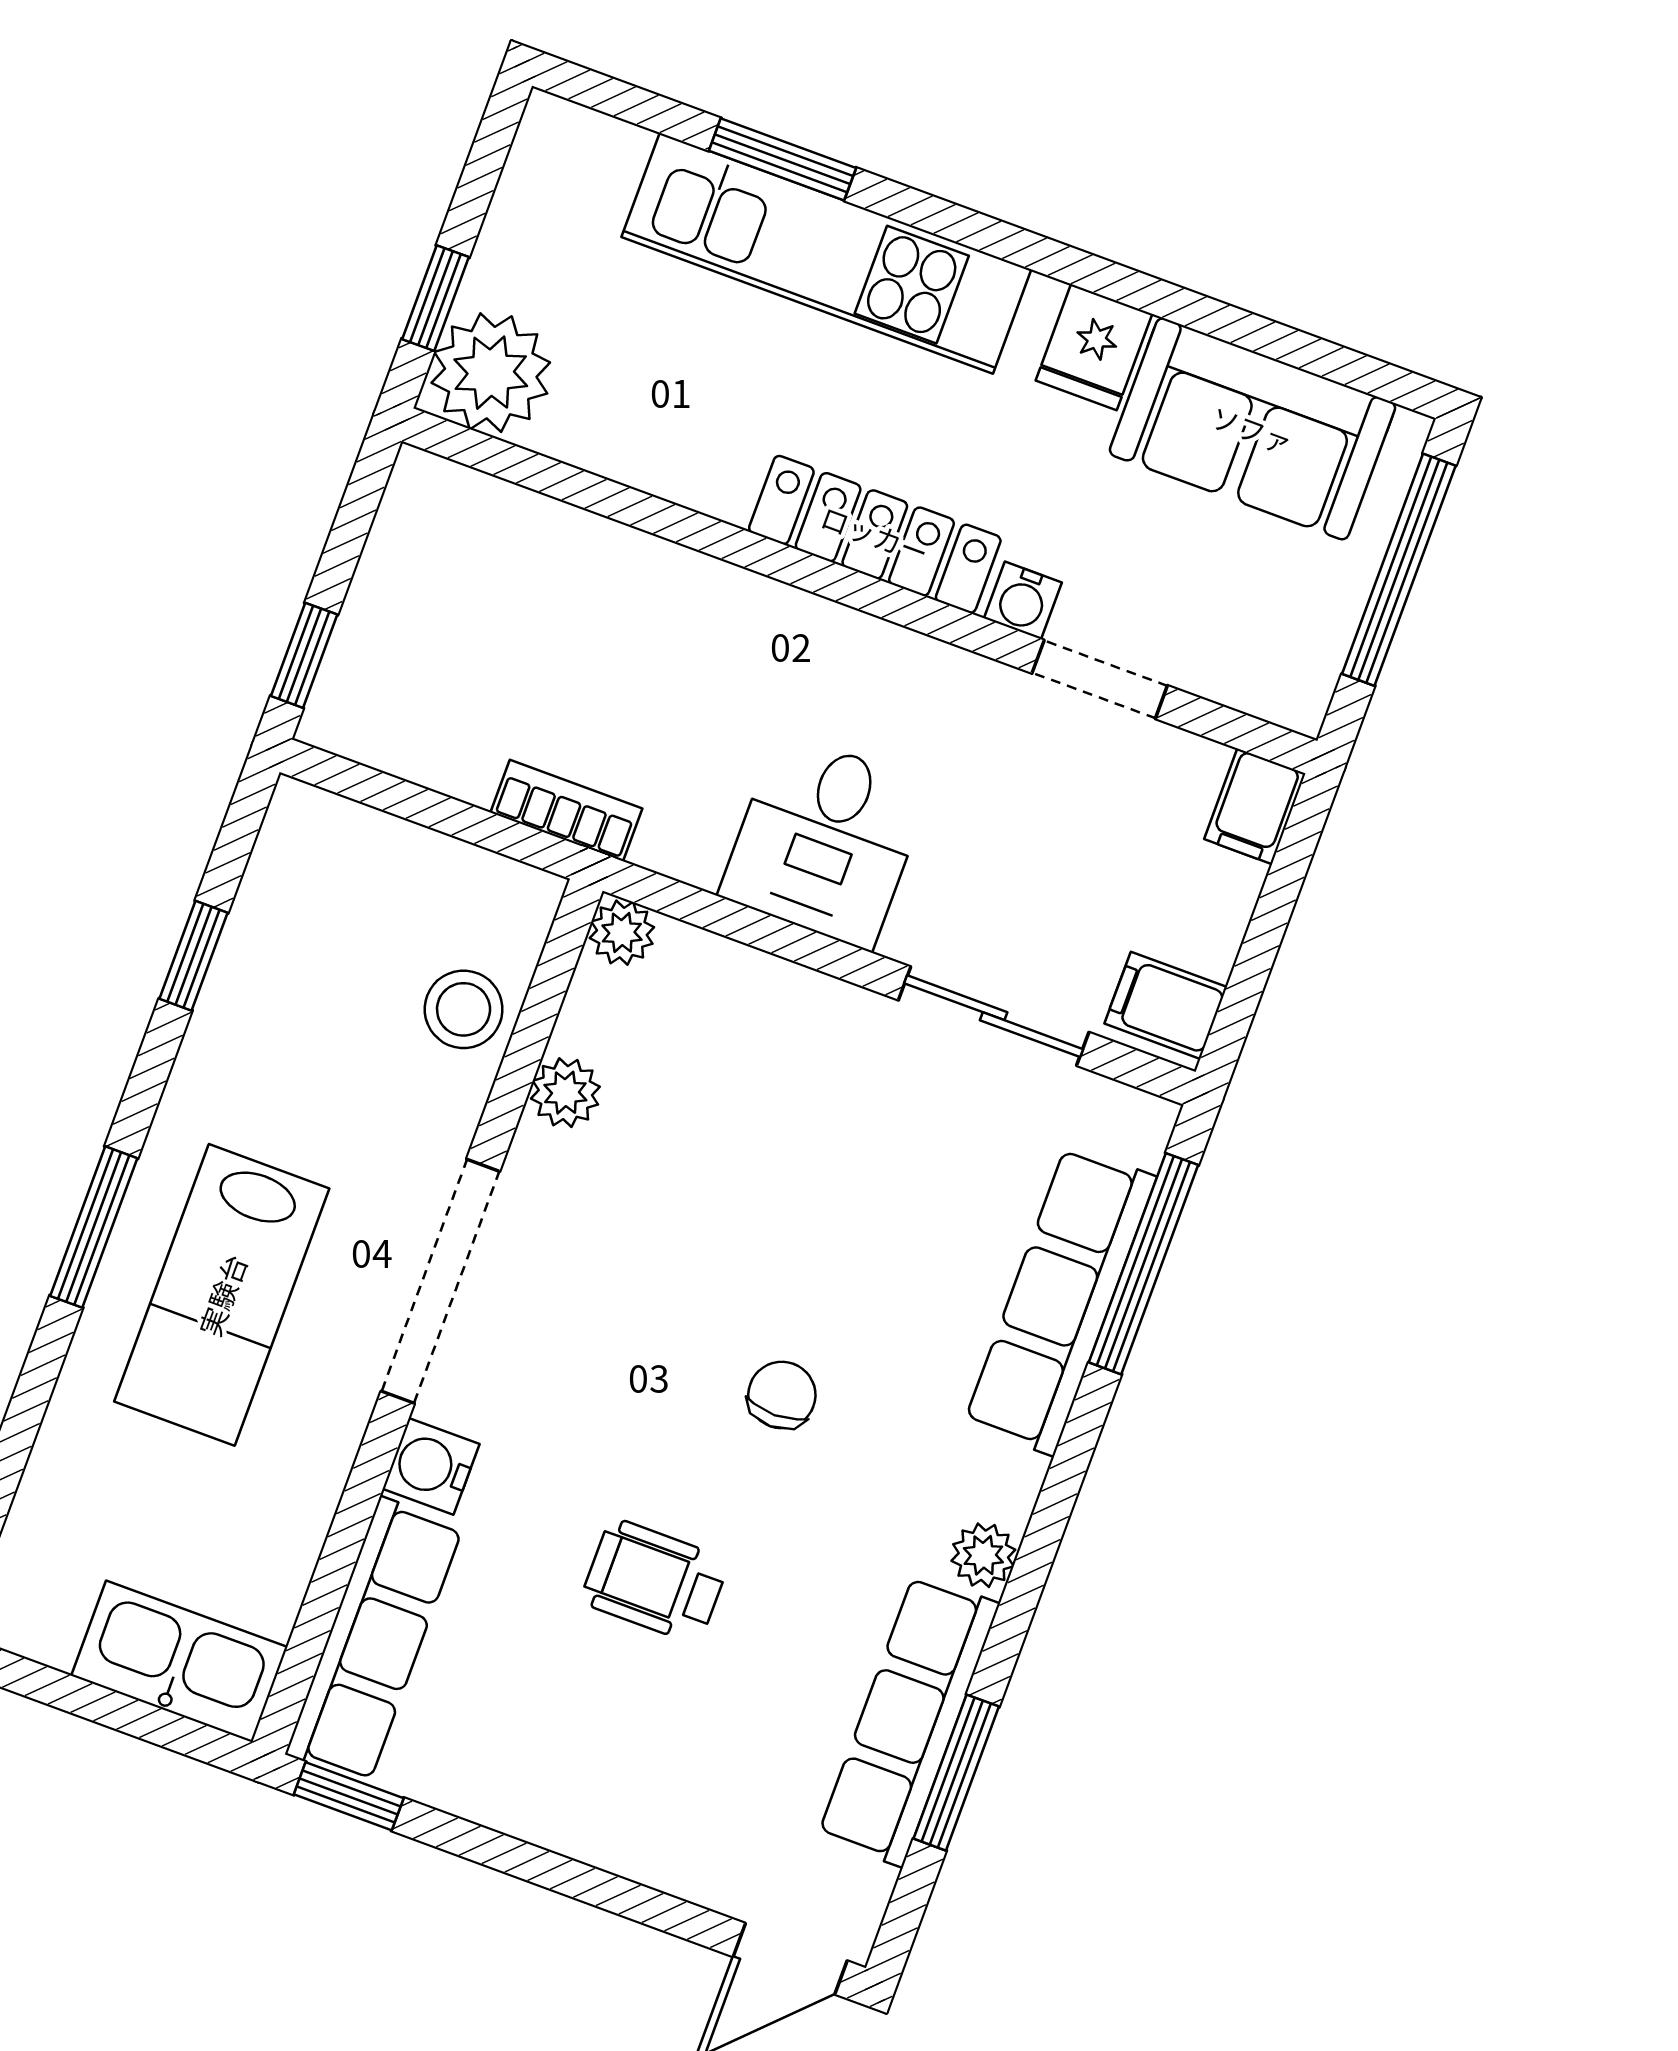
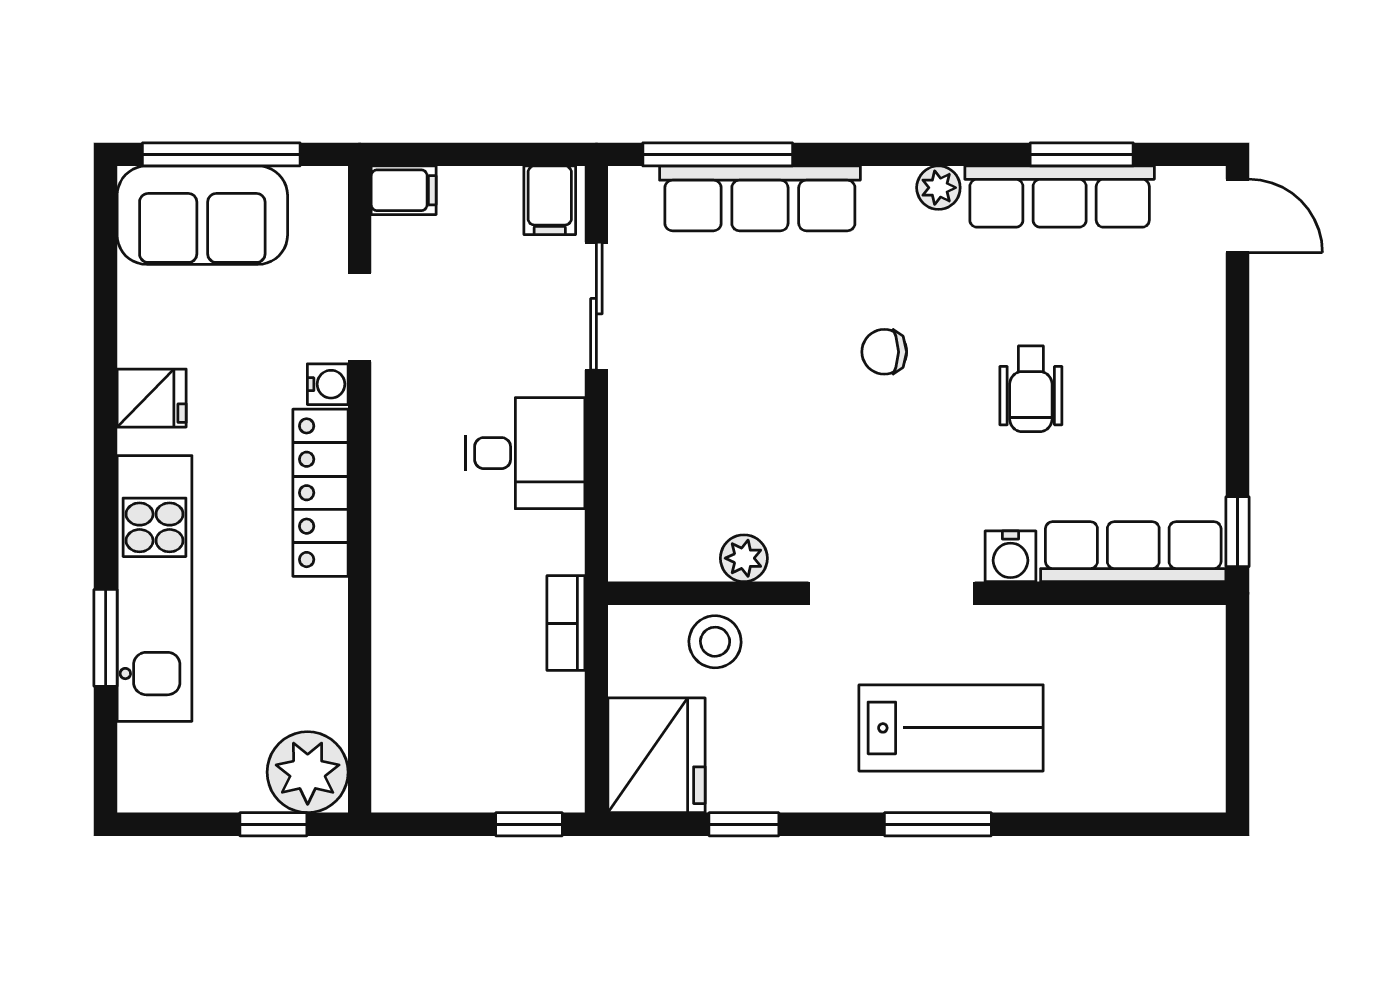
sofa: (1252, 429) -> (202, 215), moved, turned 90
fridge: (335, 869) -> (657, 755), added
plant: (622, 933) -> (630, 560), removed
kitchen sink: (179, 1661) -> (1192, 670), removed

